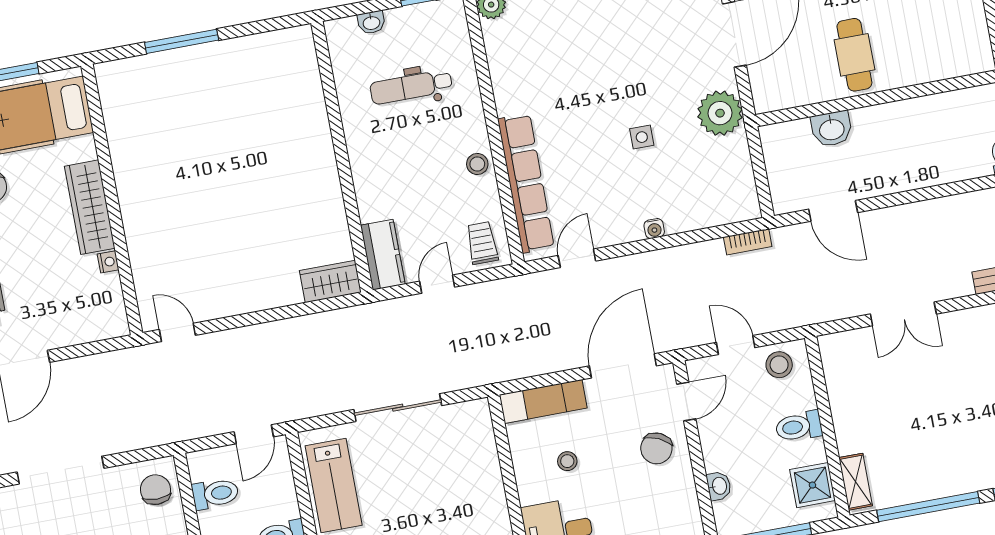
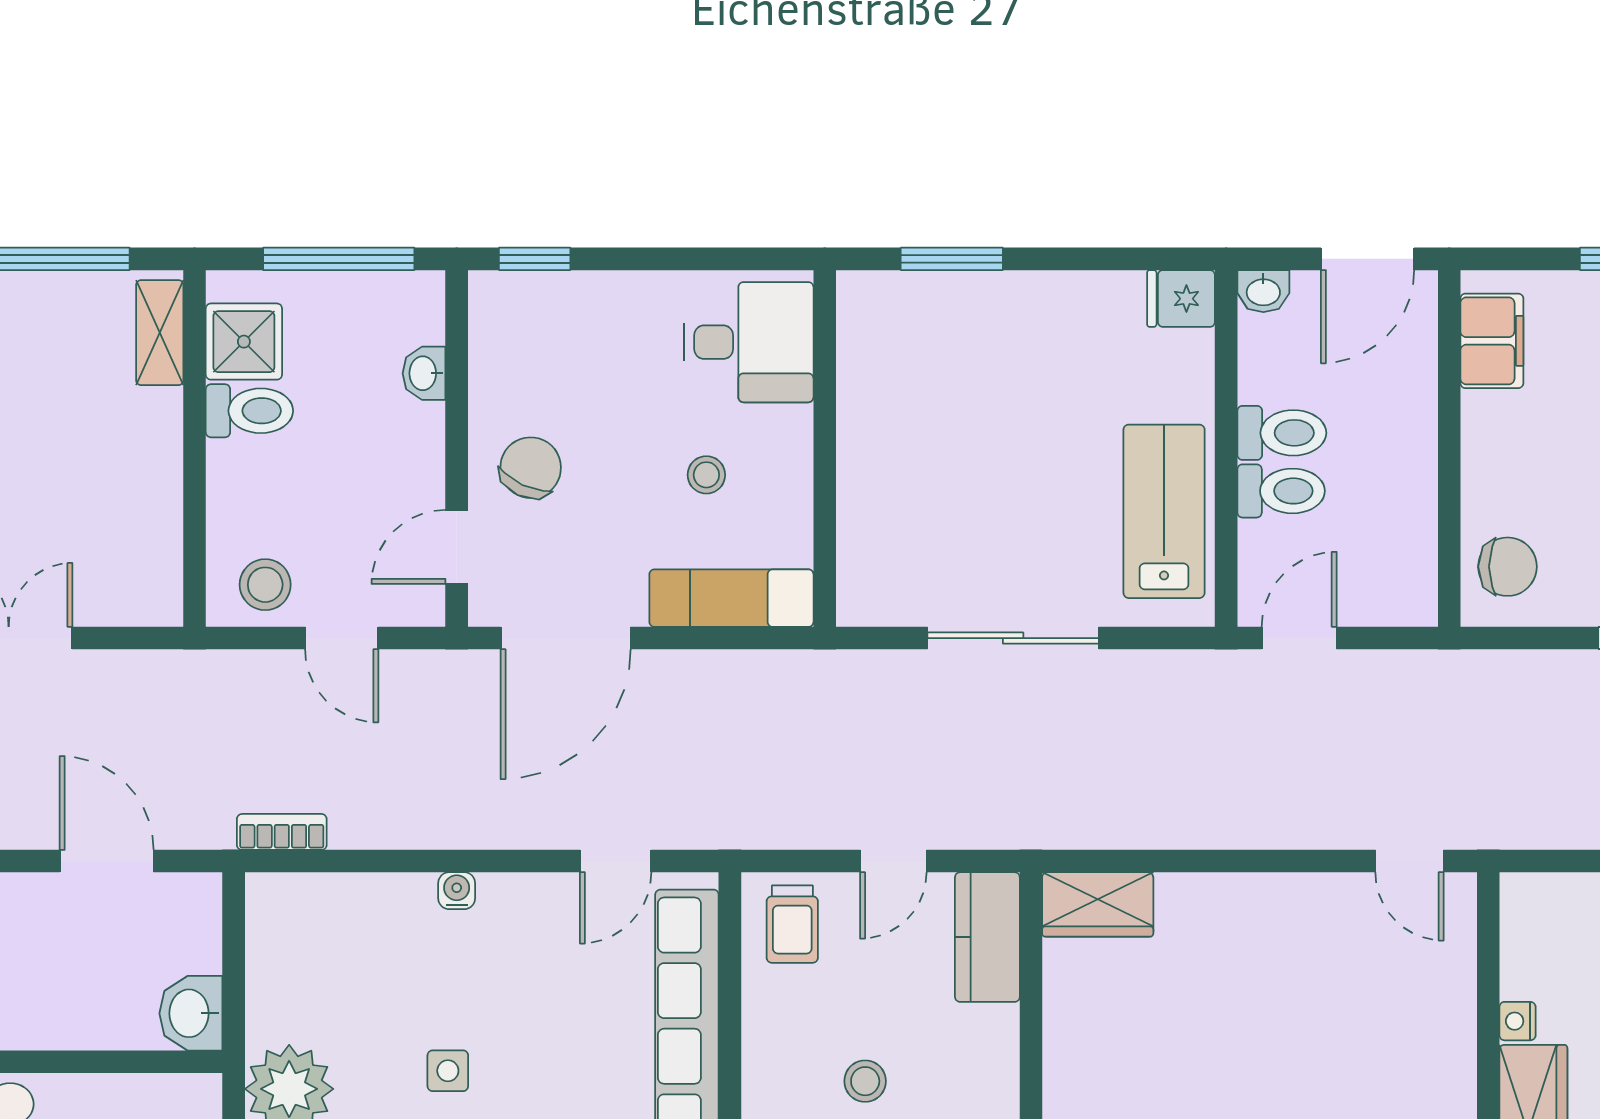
washbasin: (832, 129) -> (191, 1013), moved, turned -90
stool: (477, 164) -> (865, 1081), moved
toilet: (799, 426) -> (249, 411), moved
chair: (155, 490) -> (1508, 567), turned -90
toilet: (215, 494) -> (1281, 491), moved, turned 180

